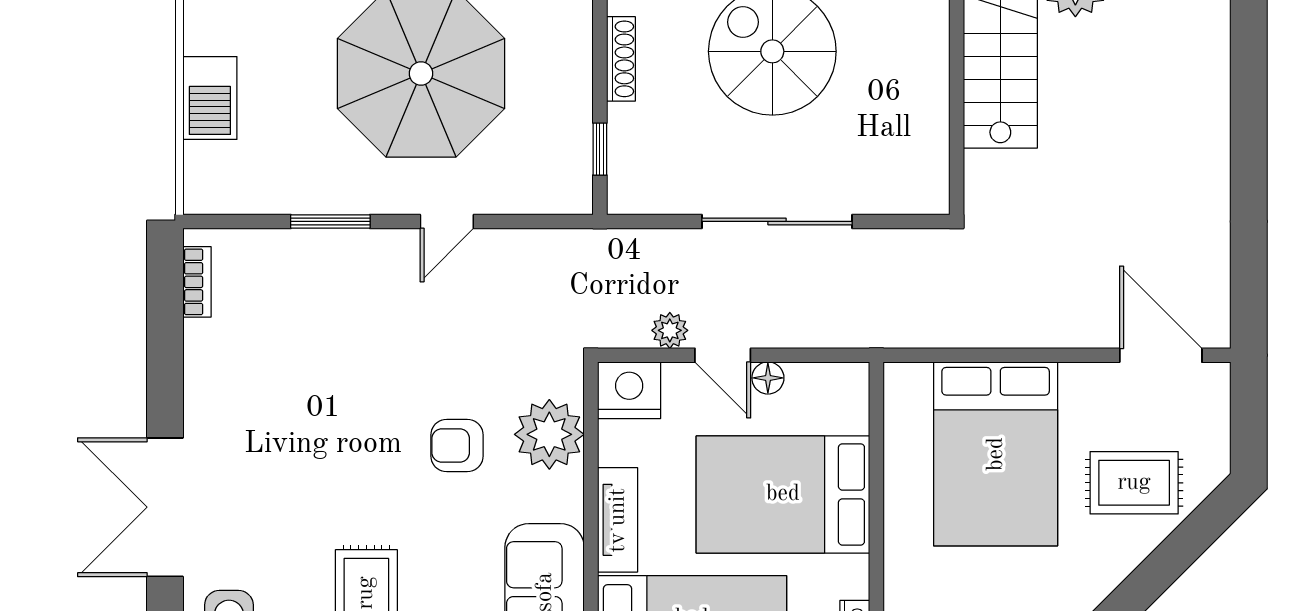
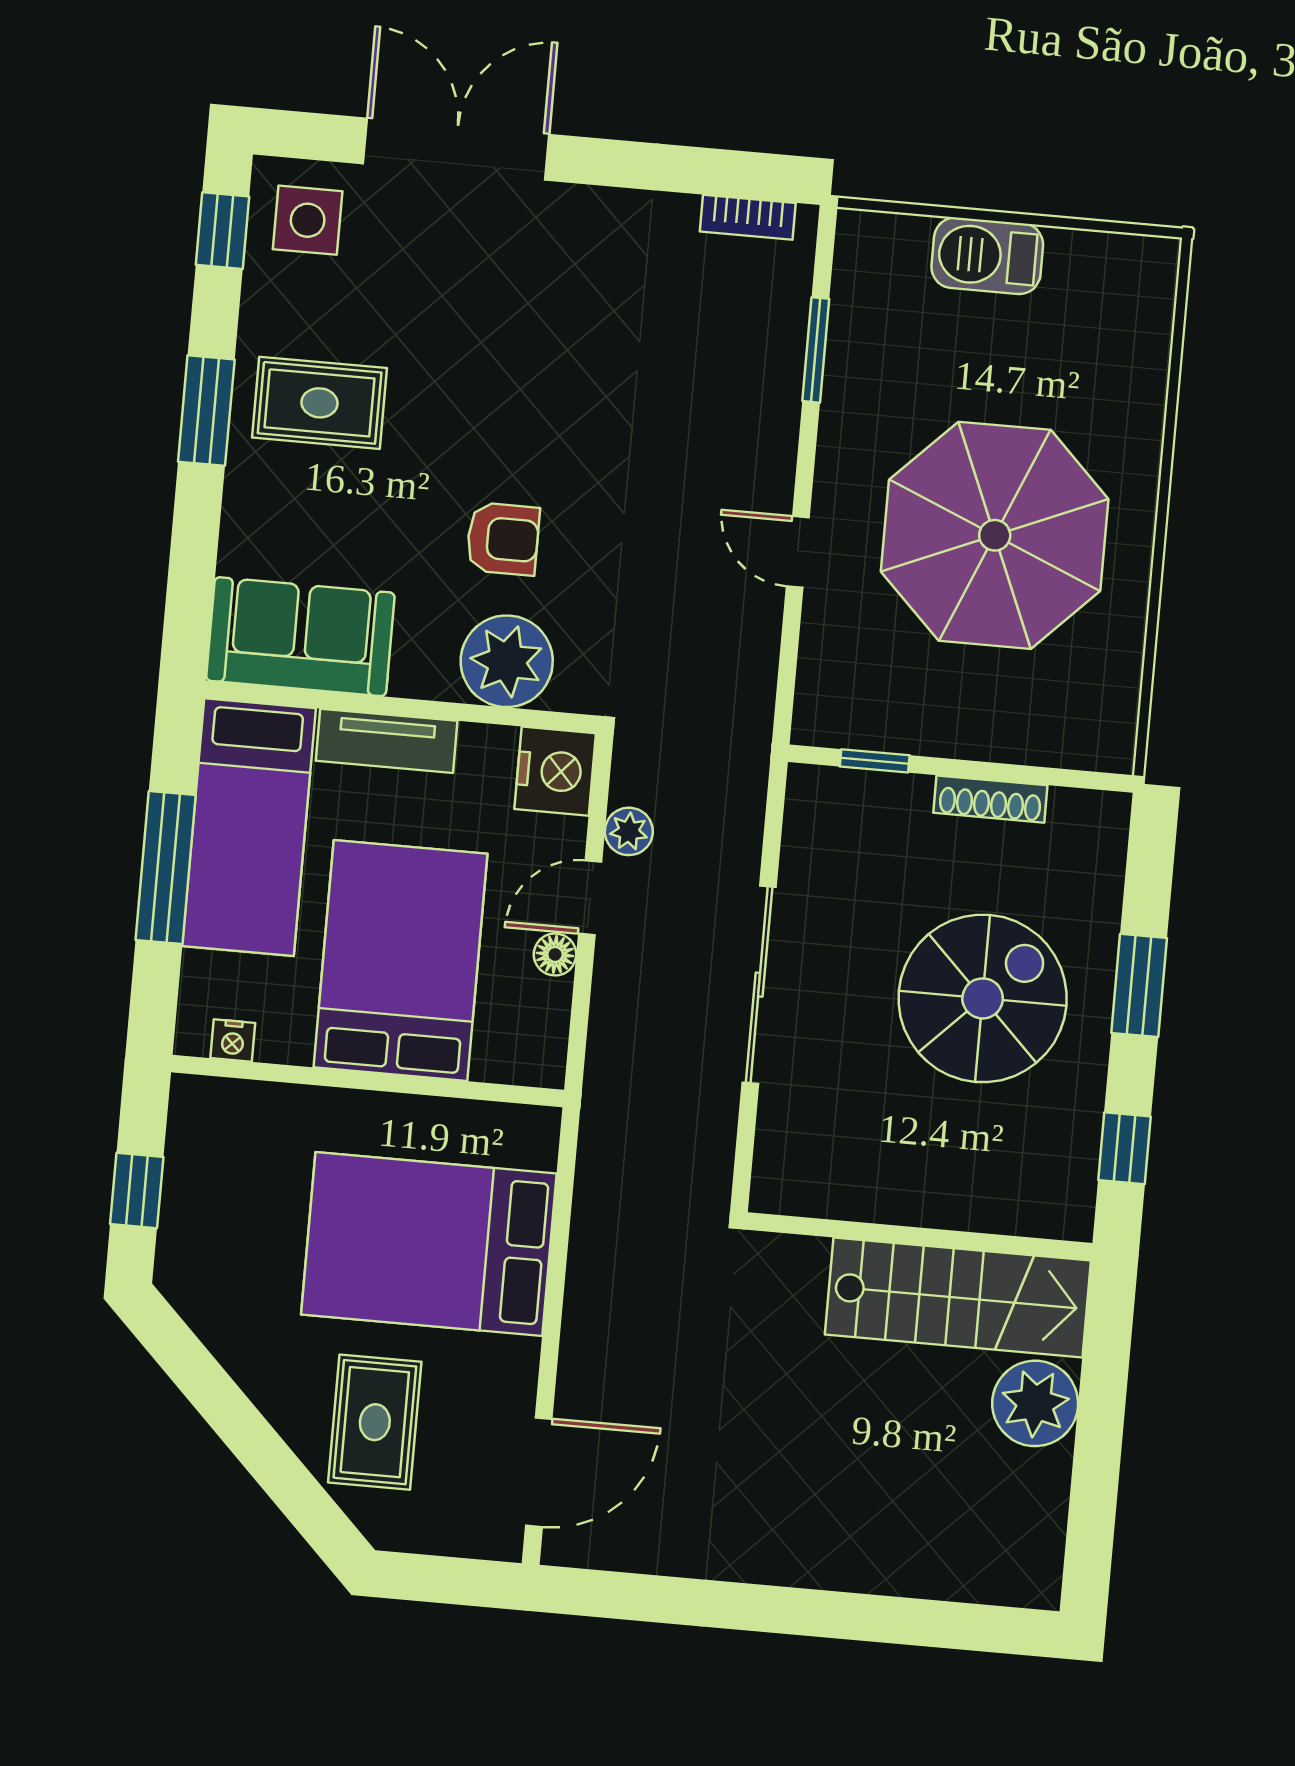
window: (330, 221) -> (816, 350), moved
armchair: (457, 446) -> (503, 539), turned 90

